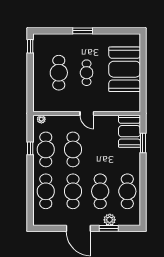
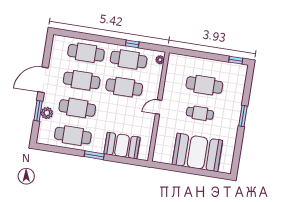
booth: (129, 131) -> (122, 146), moved
window: (143, 143) -> (94, 155), moved

